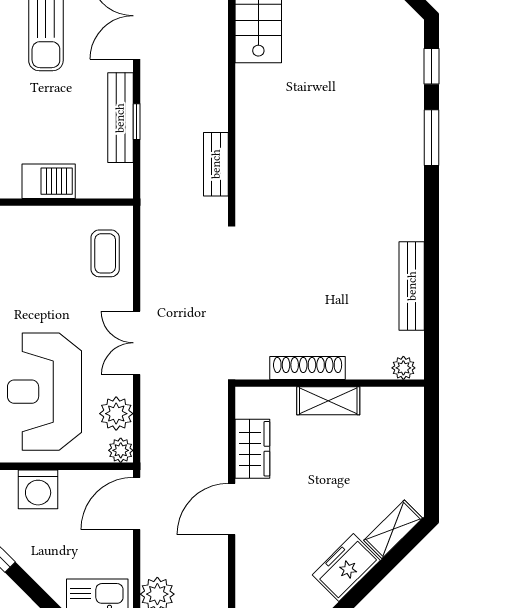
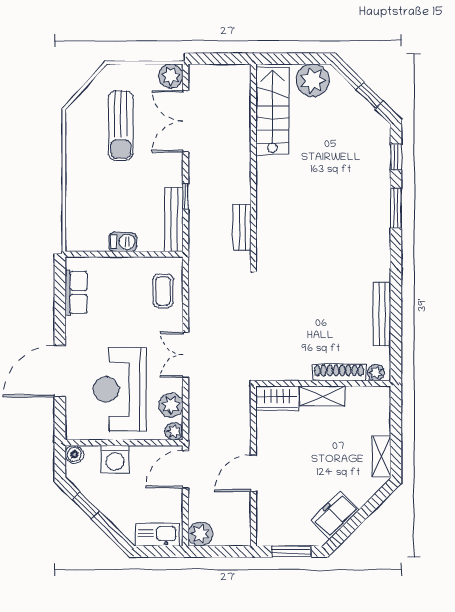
bench: (120, 118) -> (174, 219), moved
barbecue: (49, 181) -> (123, 242), width x0.73, depth x0.79
shoe rack: (308, 368) -> (339, 373), moved
wardrobe: (252, 449) -> (277, 398), moved, turned 90
shelving: (393, 529) -> (381, 456), moved, turned -45

